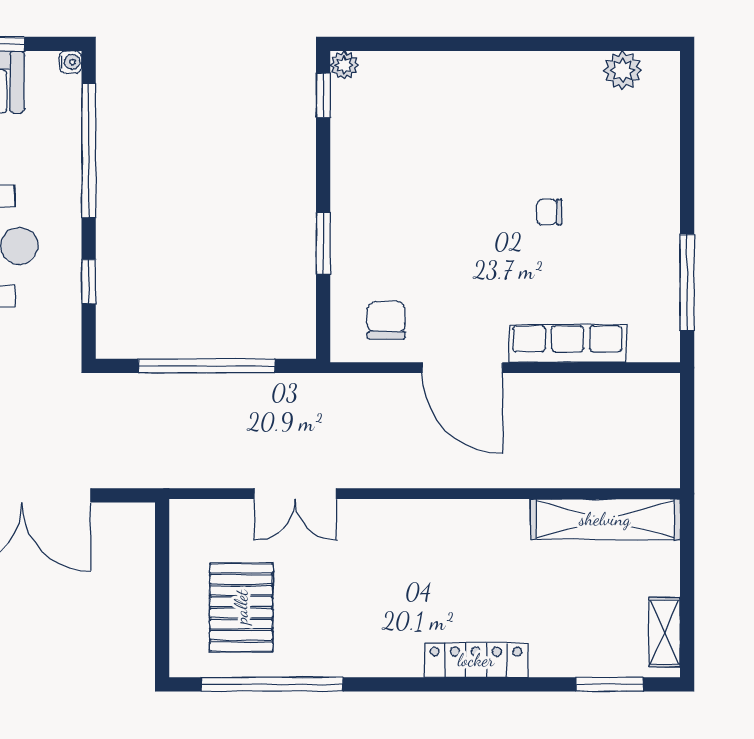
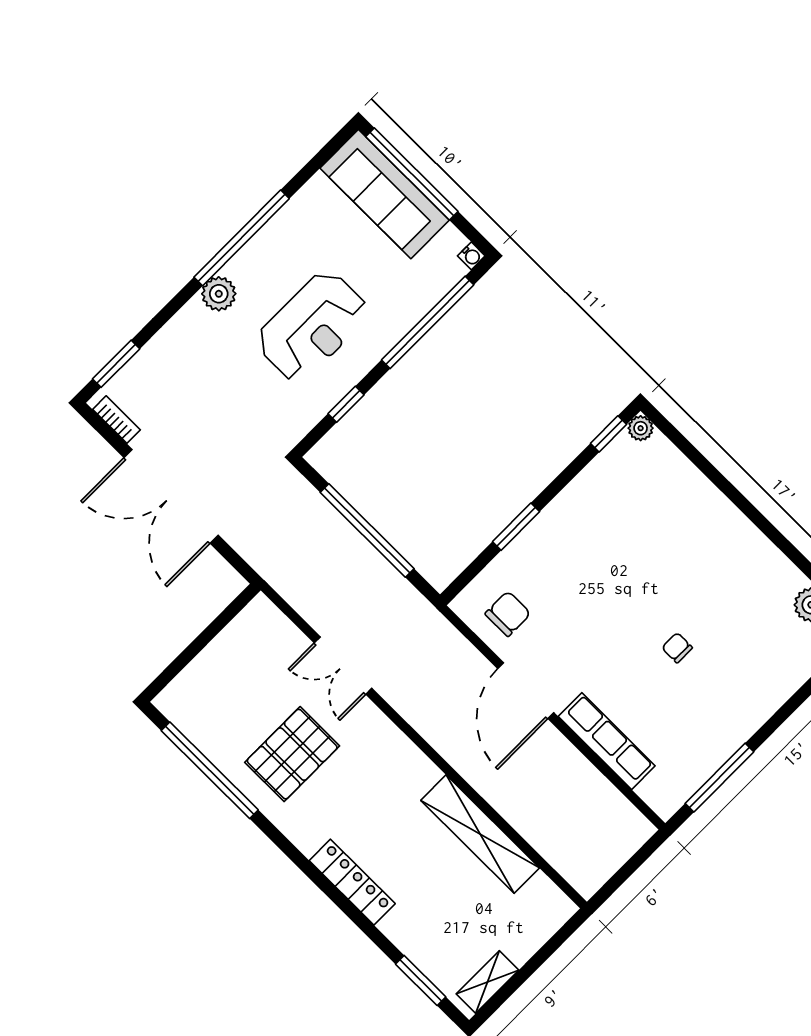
shelving: (605, 519) -> (480, 834), moved
pallet: (241, 607) -> (292, 754), moved

